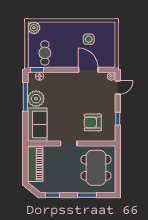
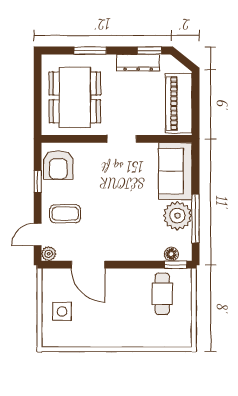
plant: (34, 28) -> (181, 337), removed
side table: (89, 39) -> (62, 311), moved
coffee table: (102, 100) -> (65, 214), added
armchair: (93, 122) -> (58, 165), moved, turned 90
dresser: (59, 188) -> (138, 63), added

